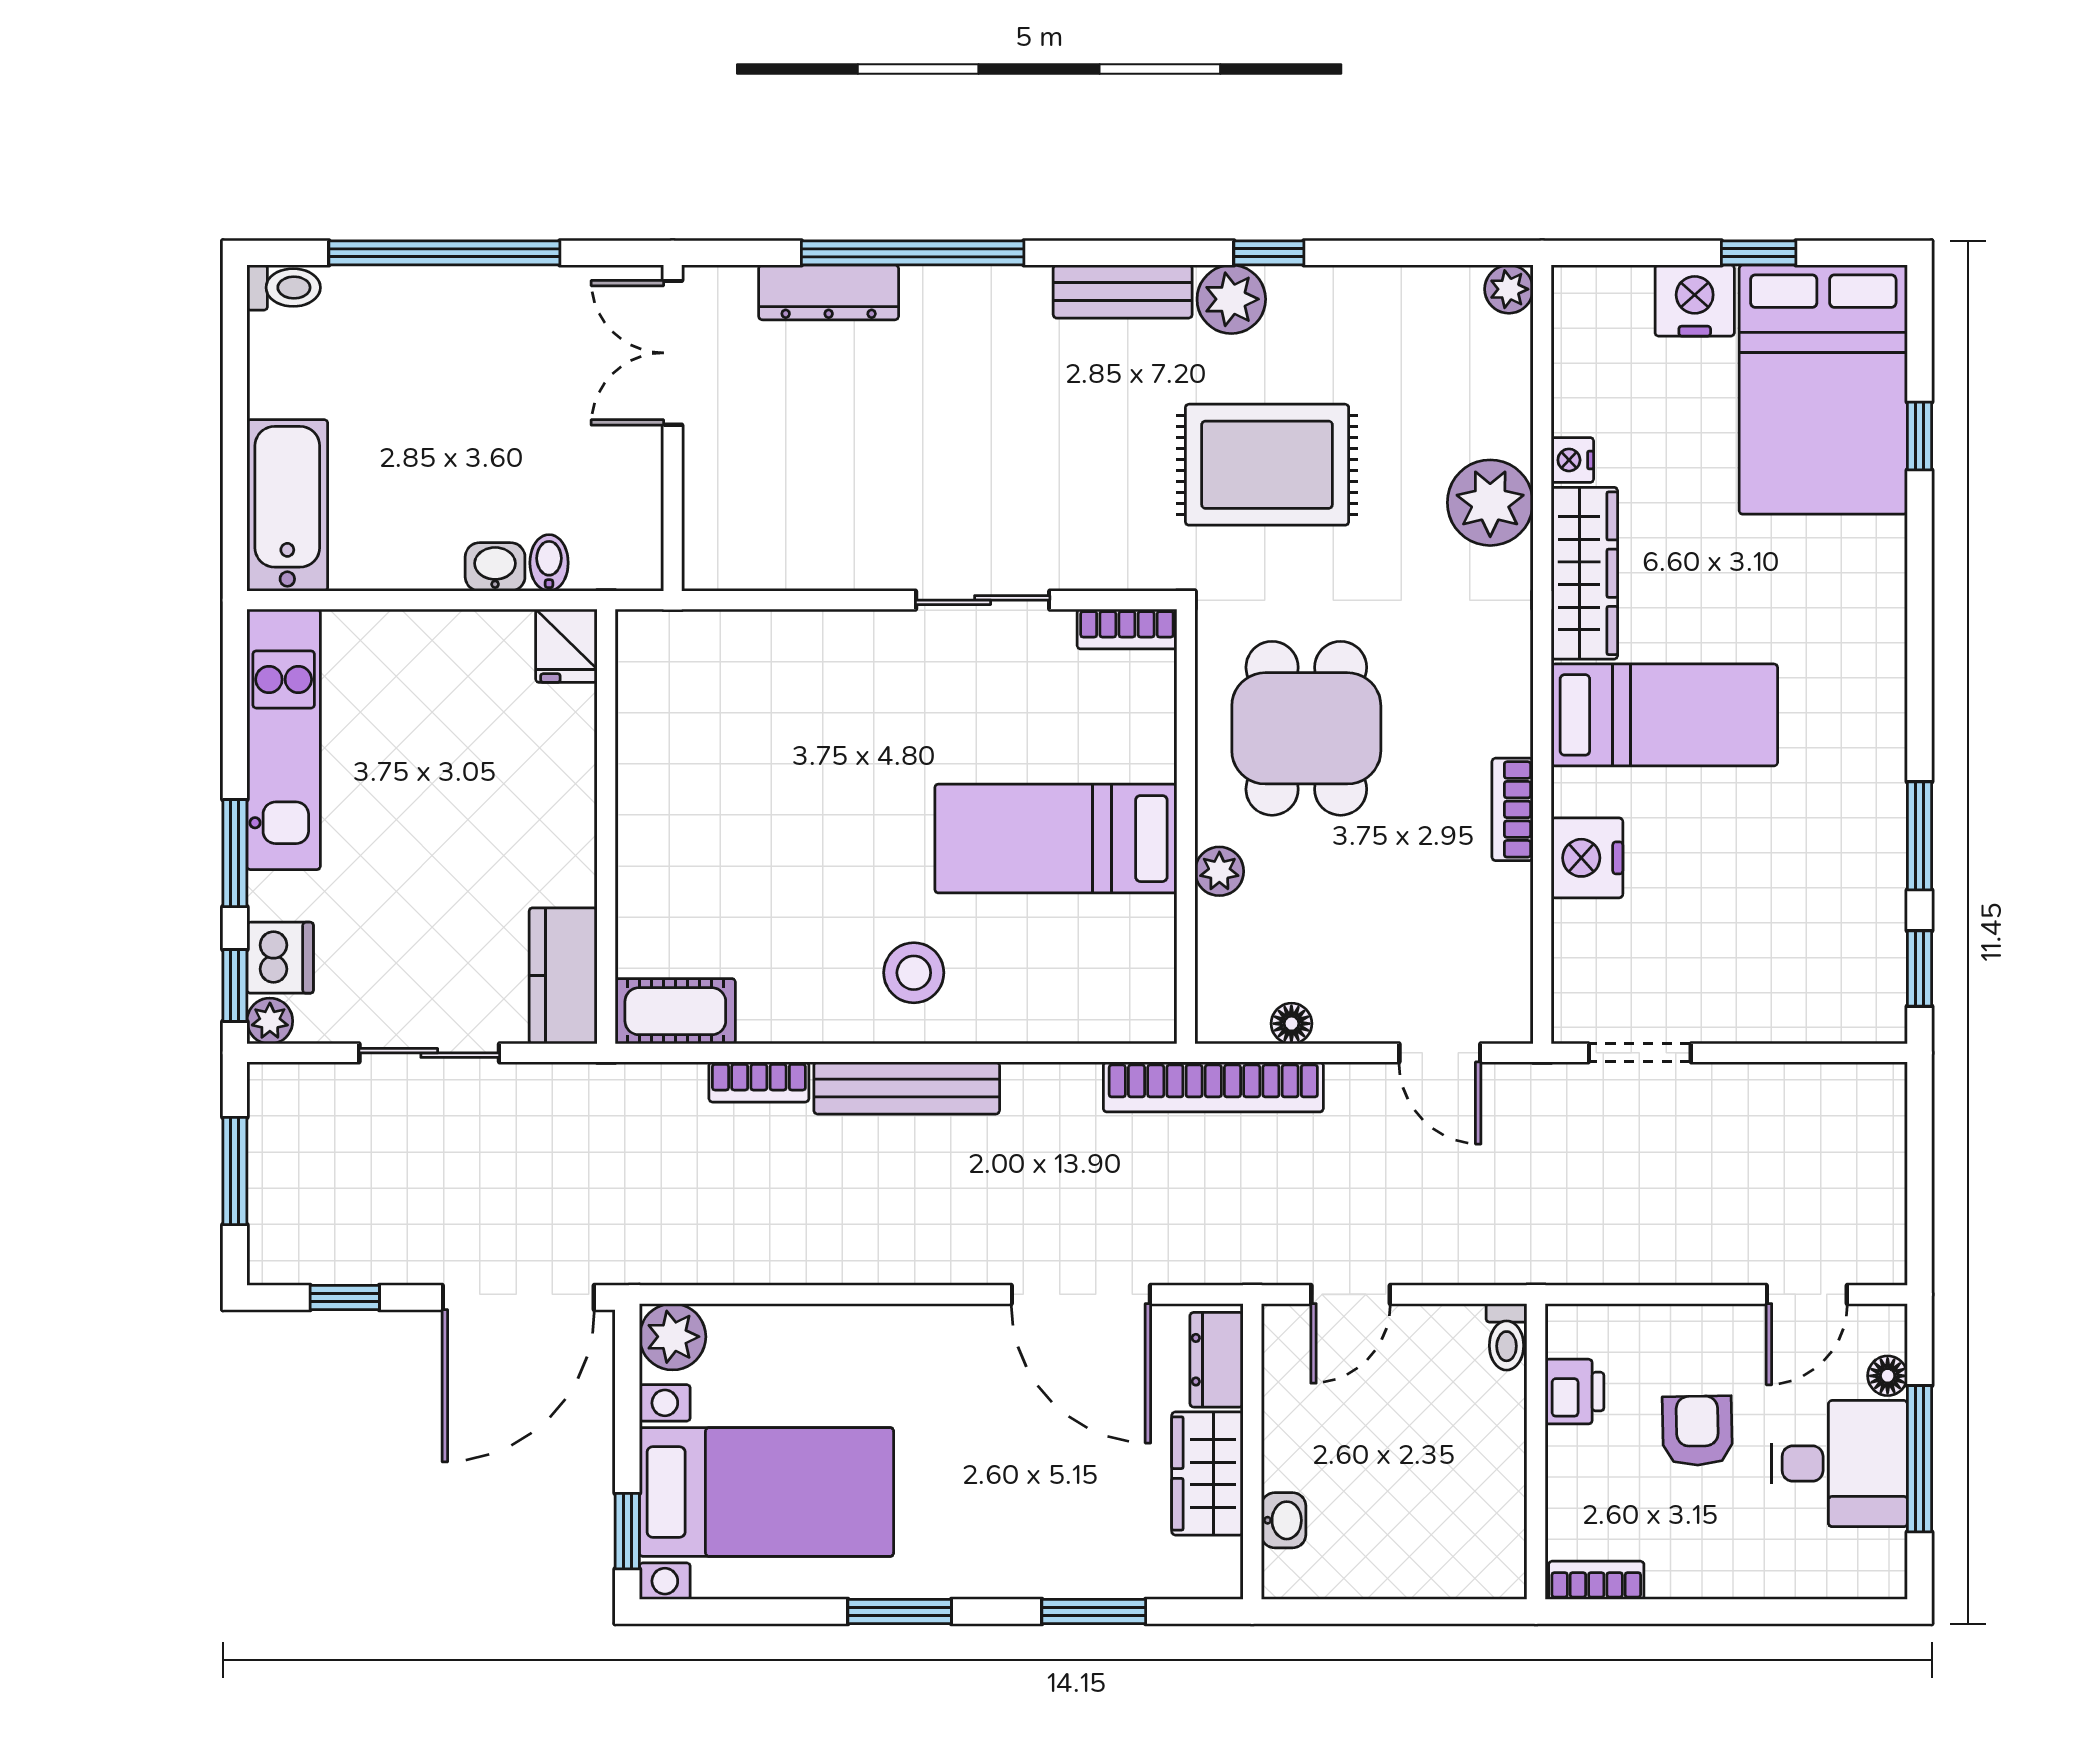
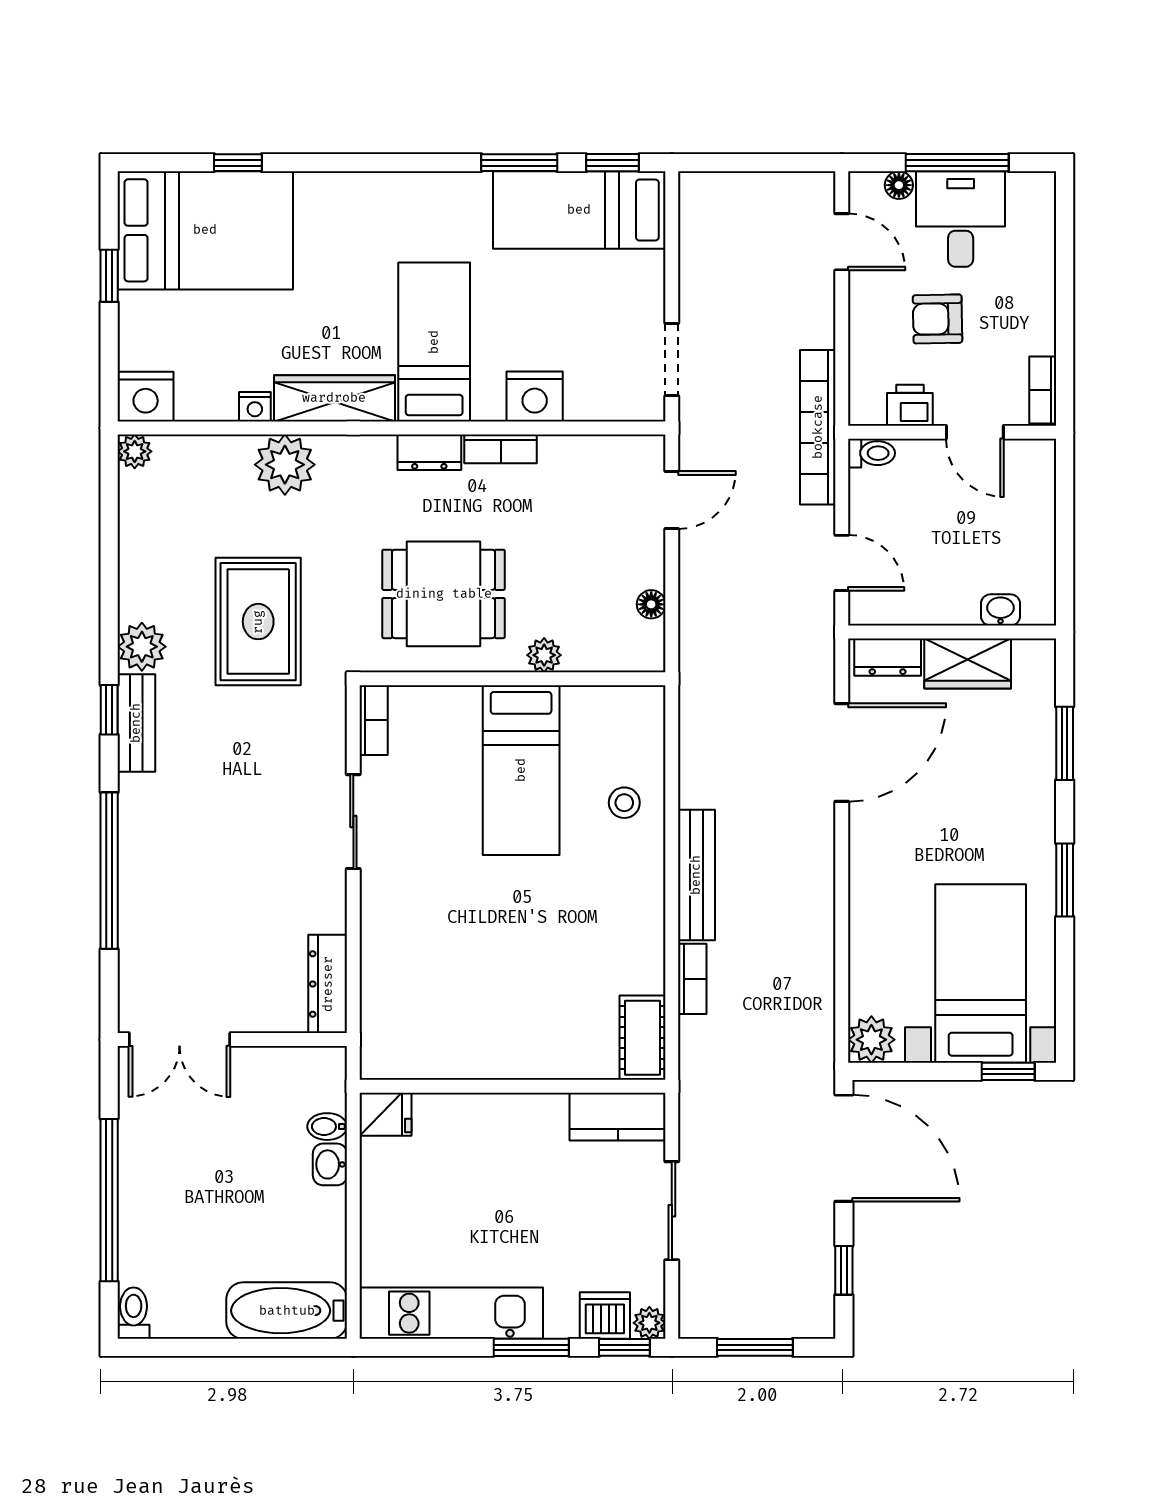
window: (1269, 253) -> (109, 710), moved
dresser: (829, 292) -> (328, 984), moved, turned 180
nightstand: (1695, 301) -> (146, 397), moved, turned -90
dresser: (1508, 708) -> (429, 452), added
bed: (1852, 921) -> (579, 210), added
stool: (914, 973) -> (624, 803), moved, width x0.73, depth x0.73
bookcase: (1213, 1087) -> (818, 427), moved, turned 180
door: (1536, 1484) -> (975, 432), added

